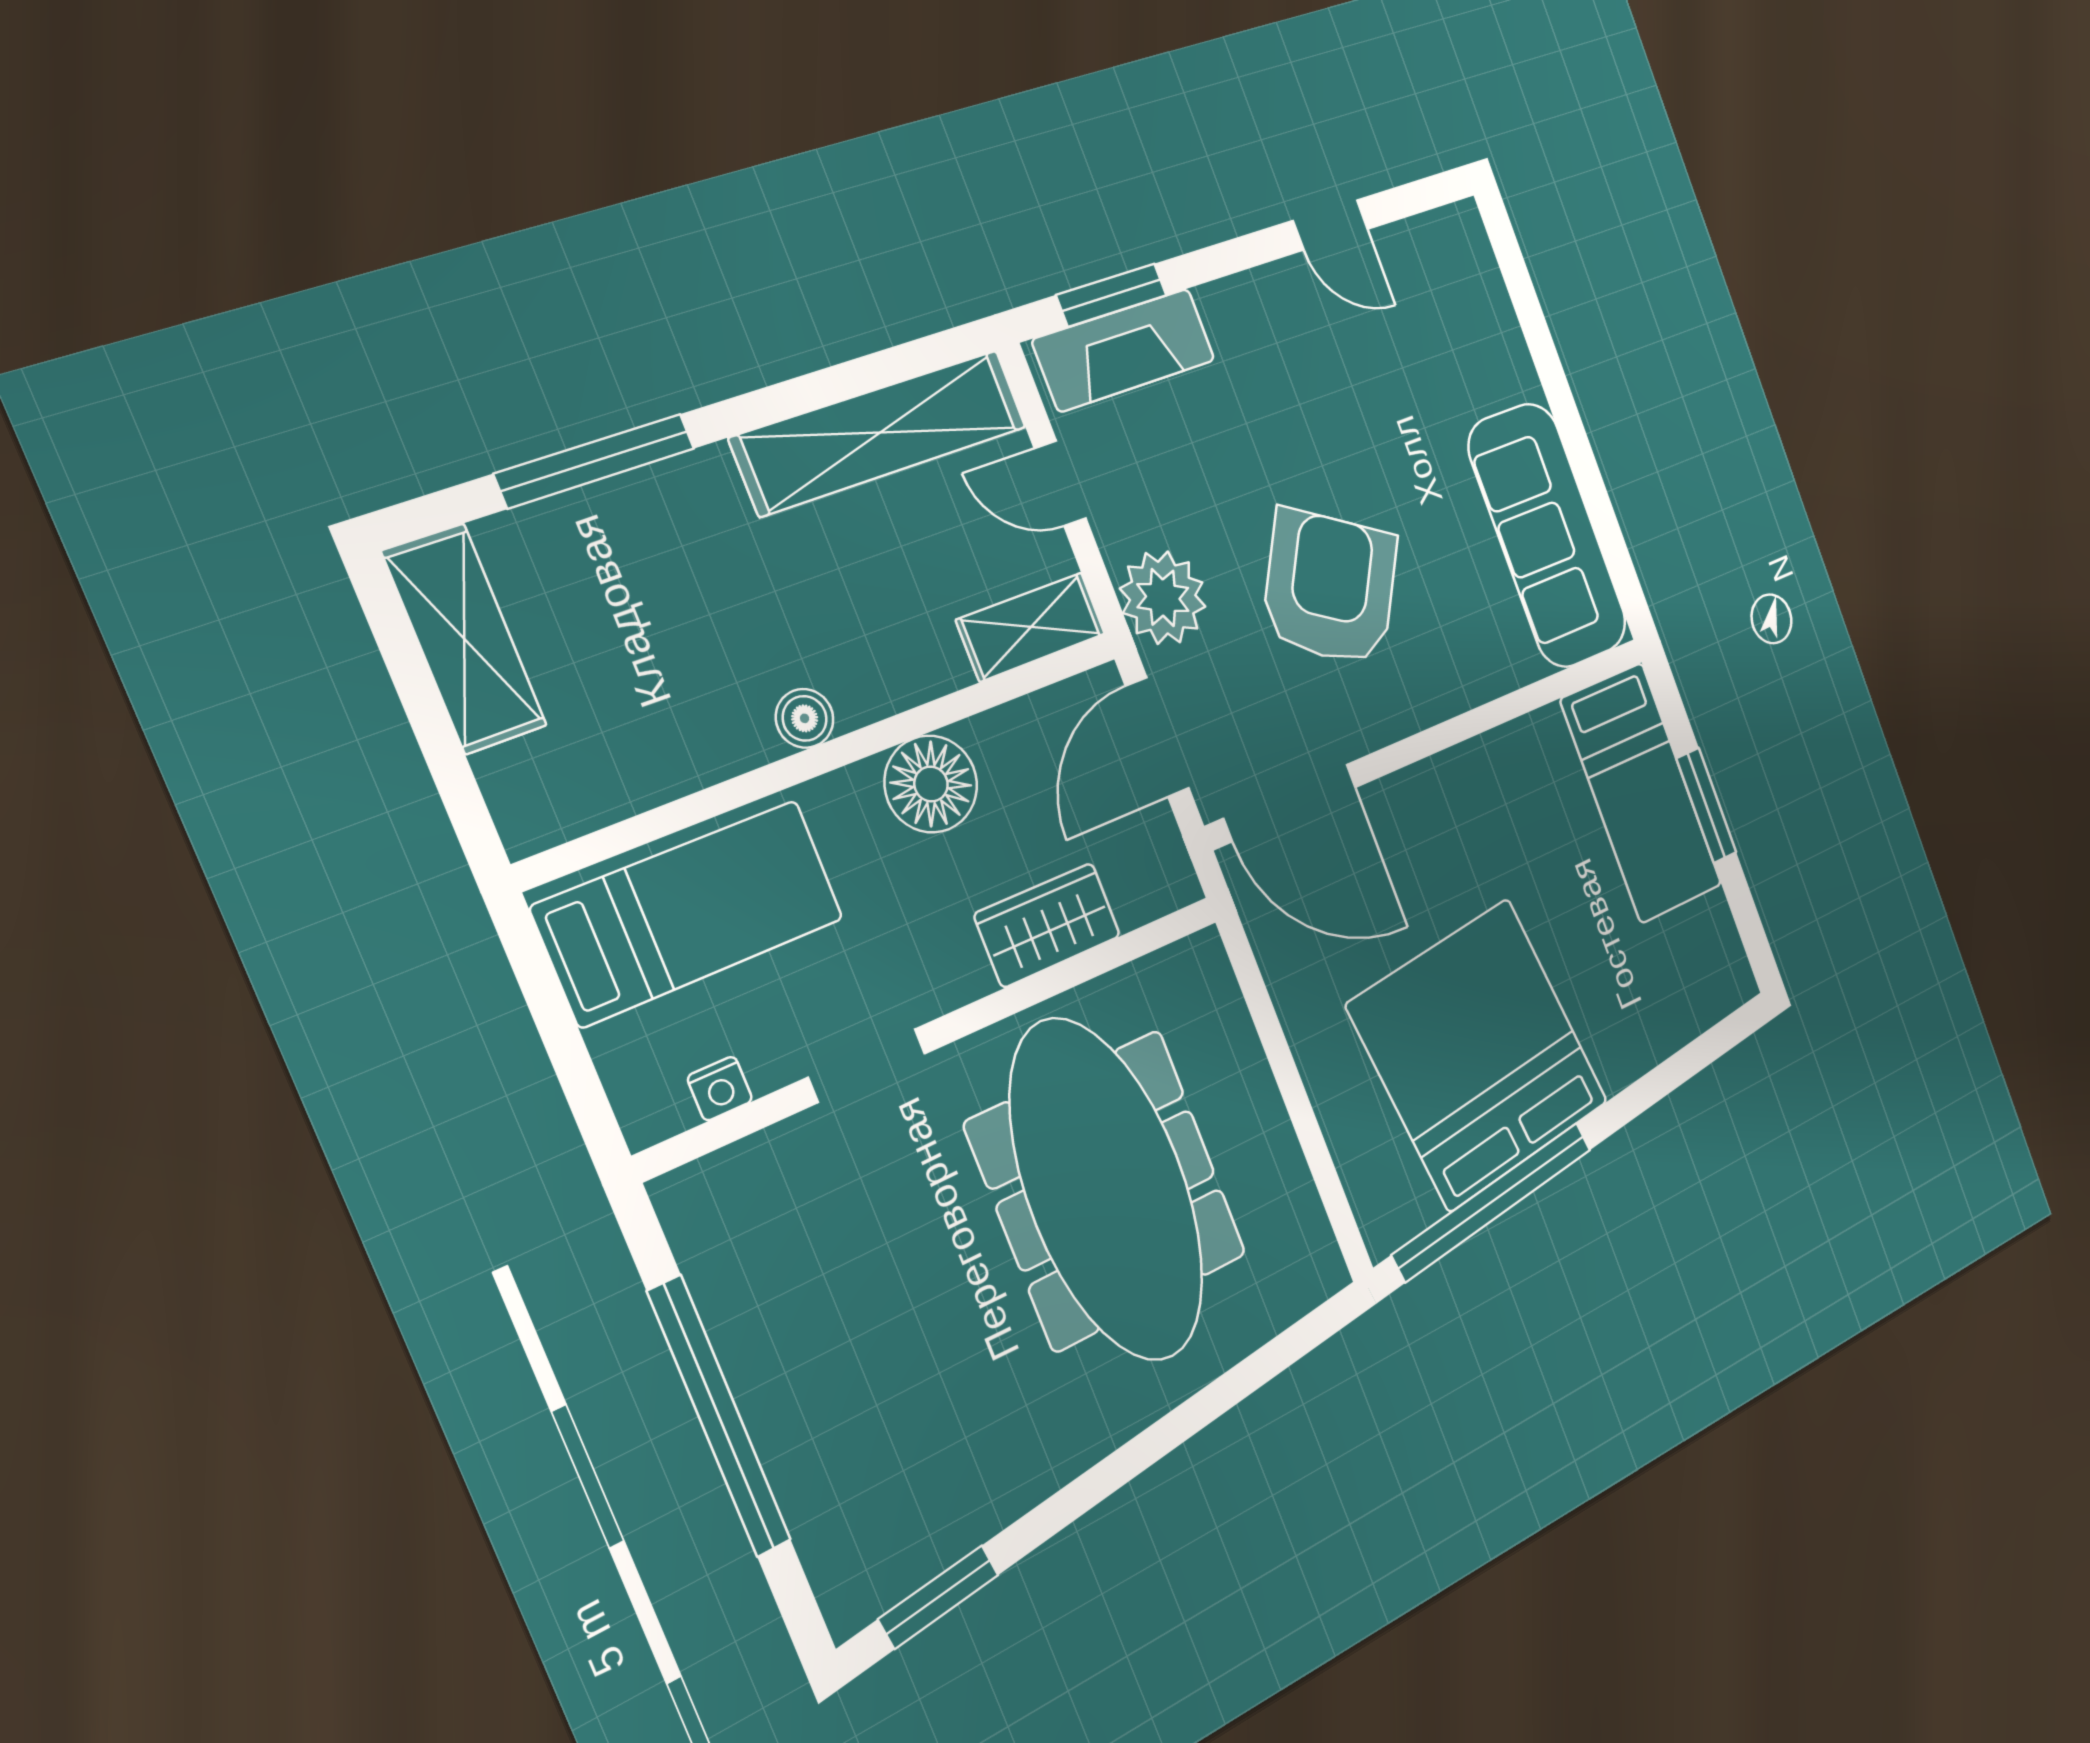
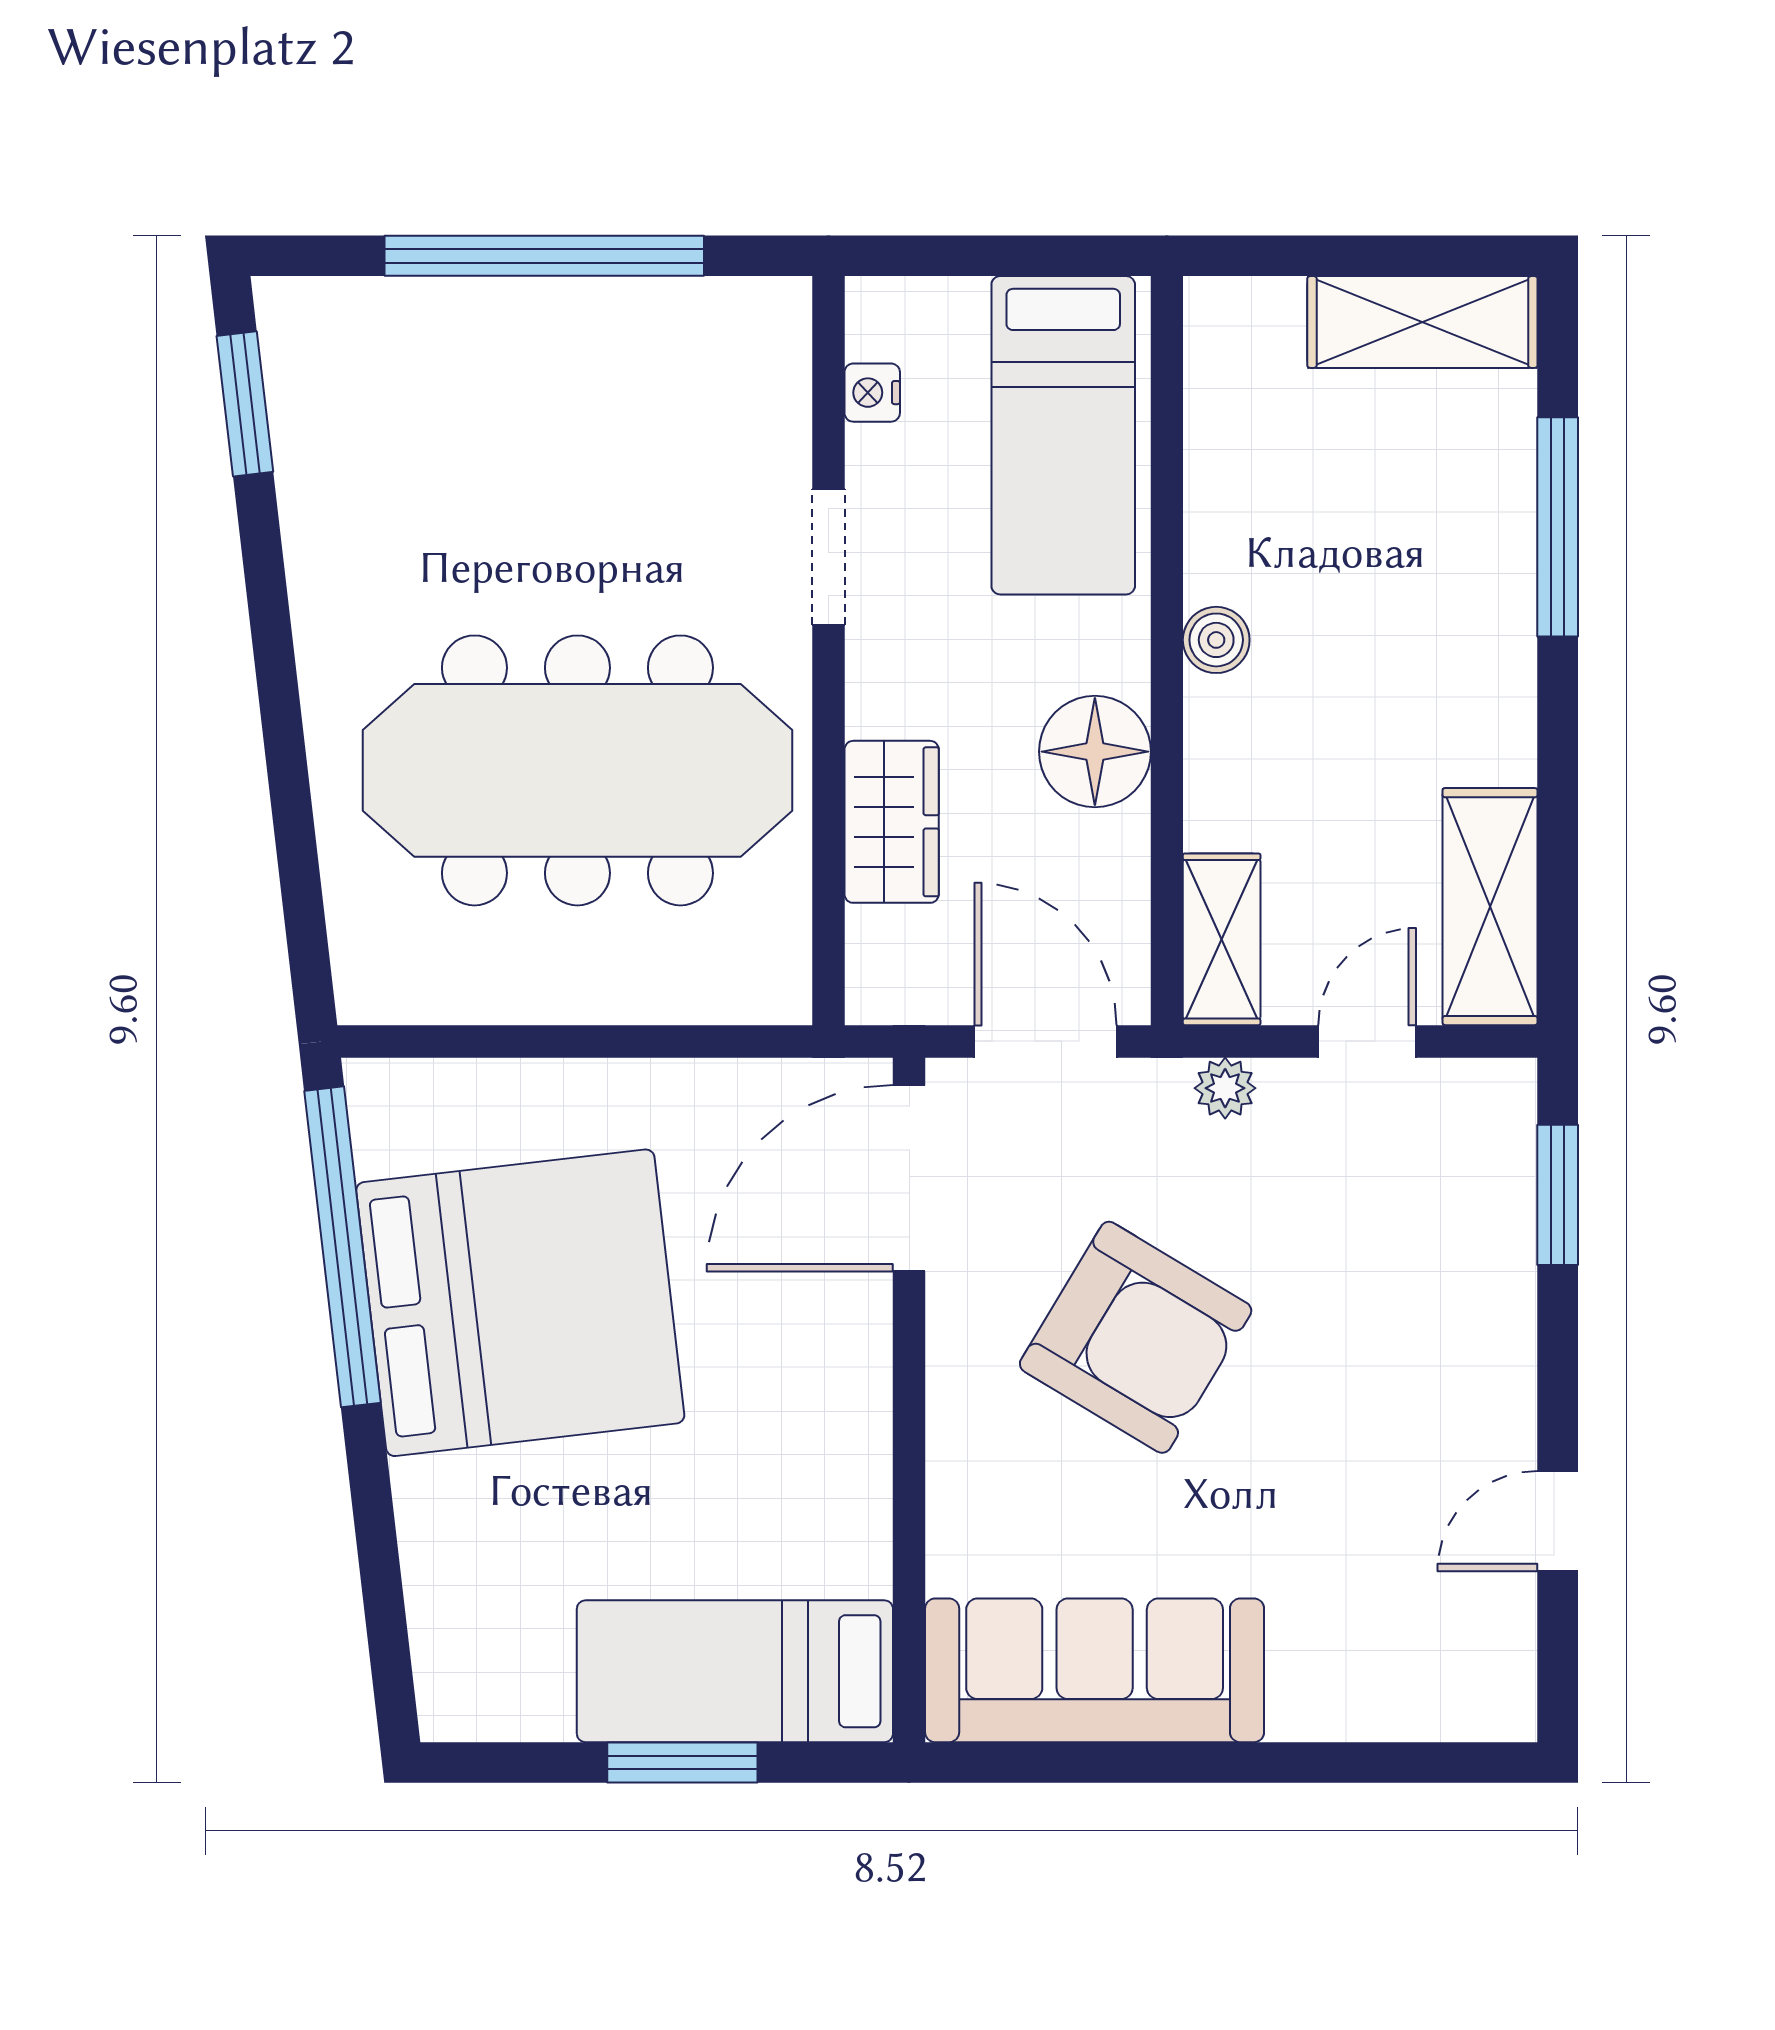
fireplace: (1124, 350) -> (1491, 1184), removed
shelving: (880, 432) -> (1490, 907), width x0.68
plant: (1163, 598) -> (1225, 1088), width x0.53, depth x0.53

